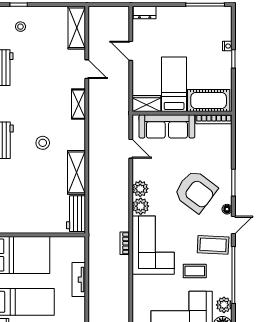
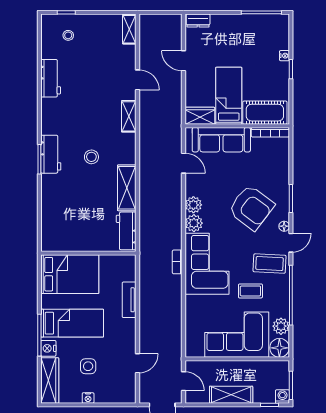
shelving: (77, 28) -> (129, 29), width x0.67, depth x0.75

